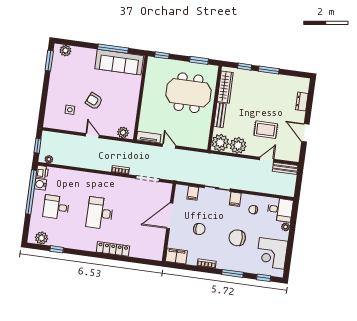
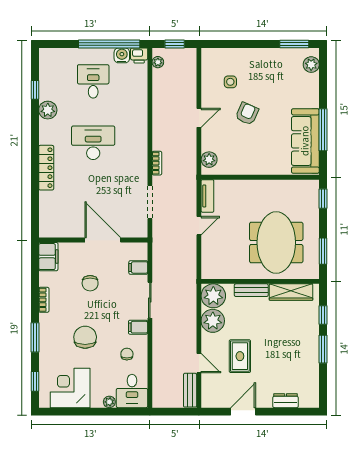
plant: (42, 238) -> (48, 110), moved

